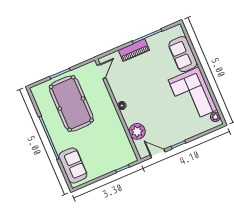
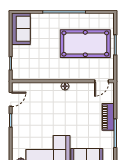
door: (101, 71) -> (102, 81), hinge flipped
plant: (137, 131) -> (37, 90), removed
sofa: (73, 165) -> (21, 29), moved, turned -90

